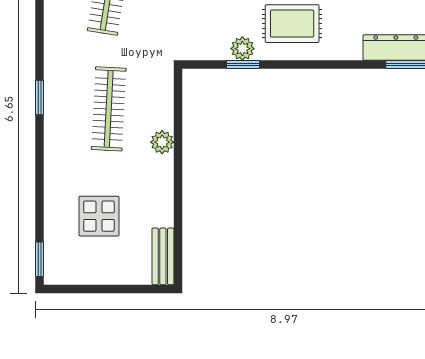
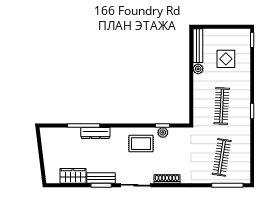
plant: (162, 142) -> (198, 69), moved
bench: (163, 256) -> (198, 46), width x1.36

